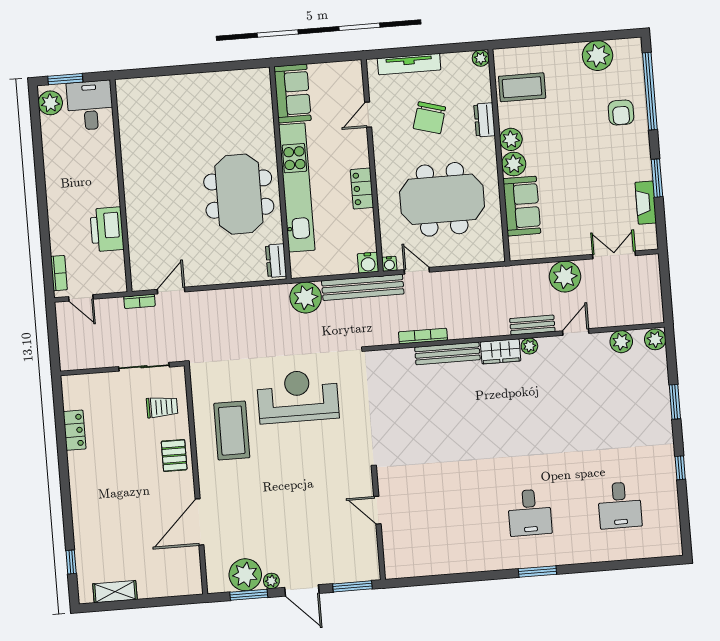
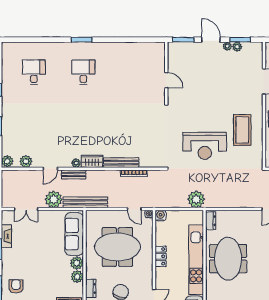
sofa: (522, 206) -> (74, 234), width x1.36
bench: (363, 287) -> (85, 202), moved
plant: (245, 575) -> (237, 47), width x0.53, depth x0.53

